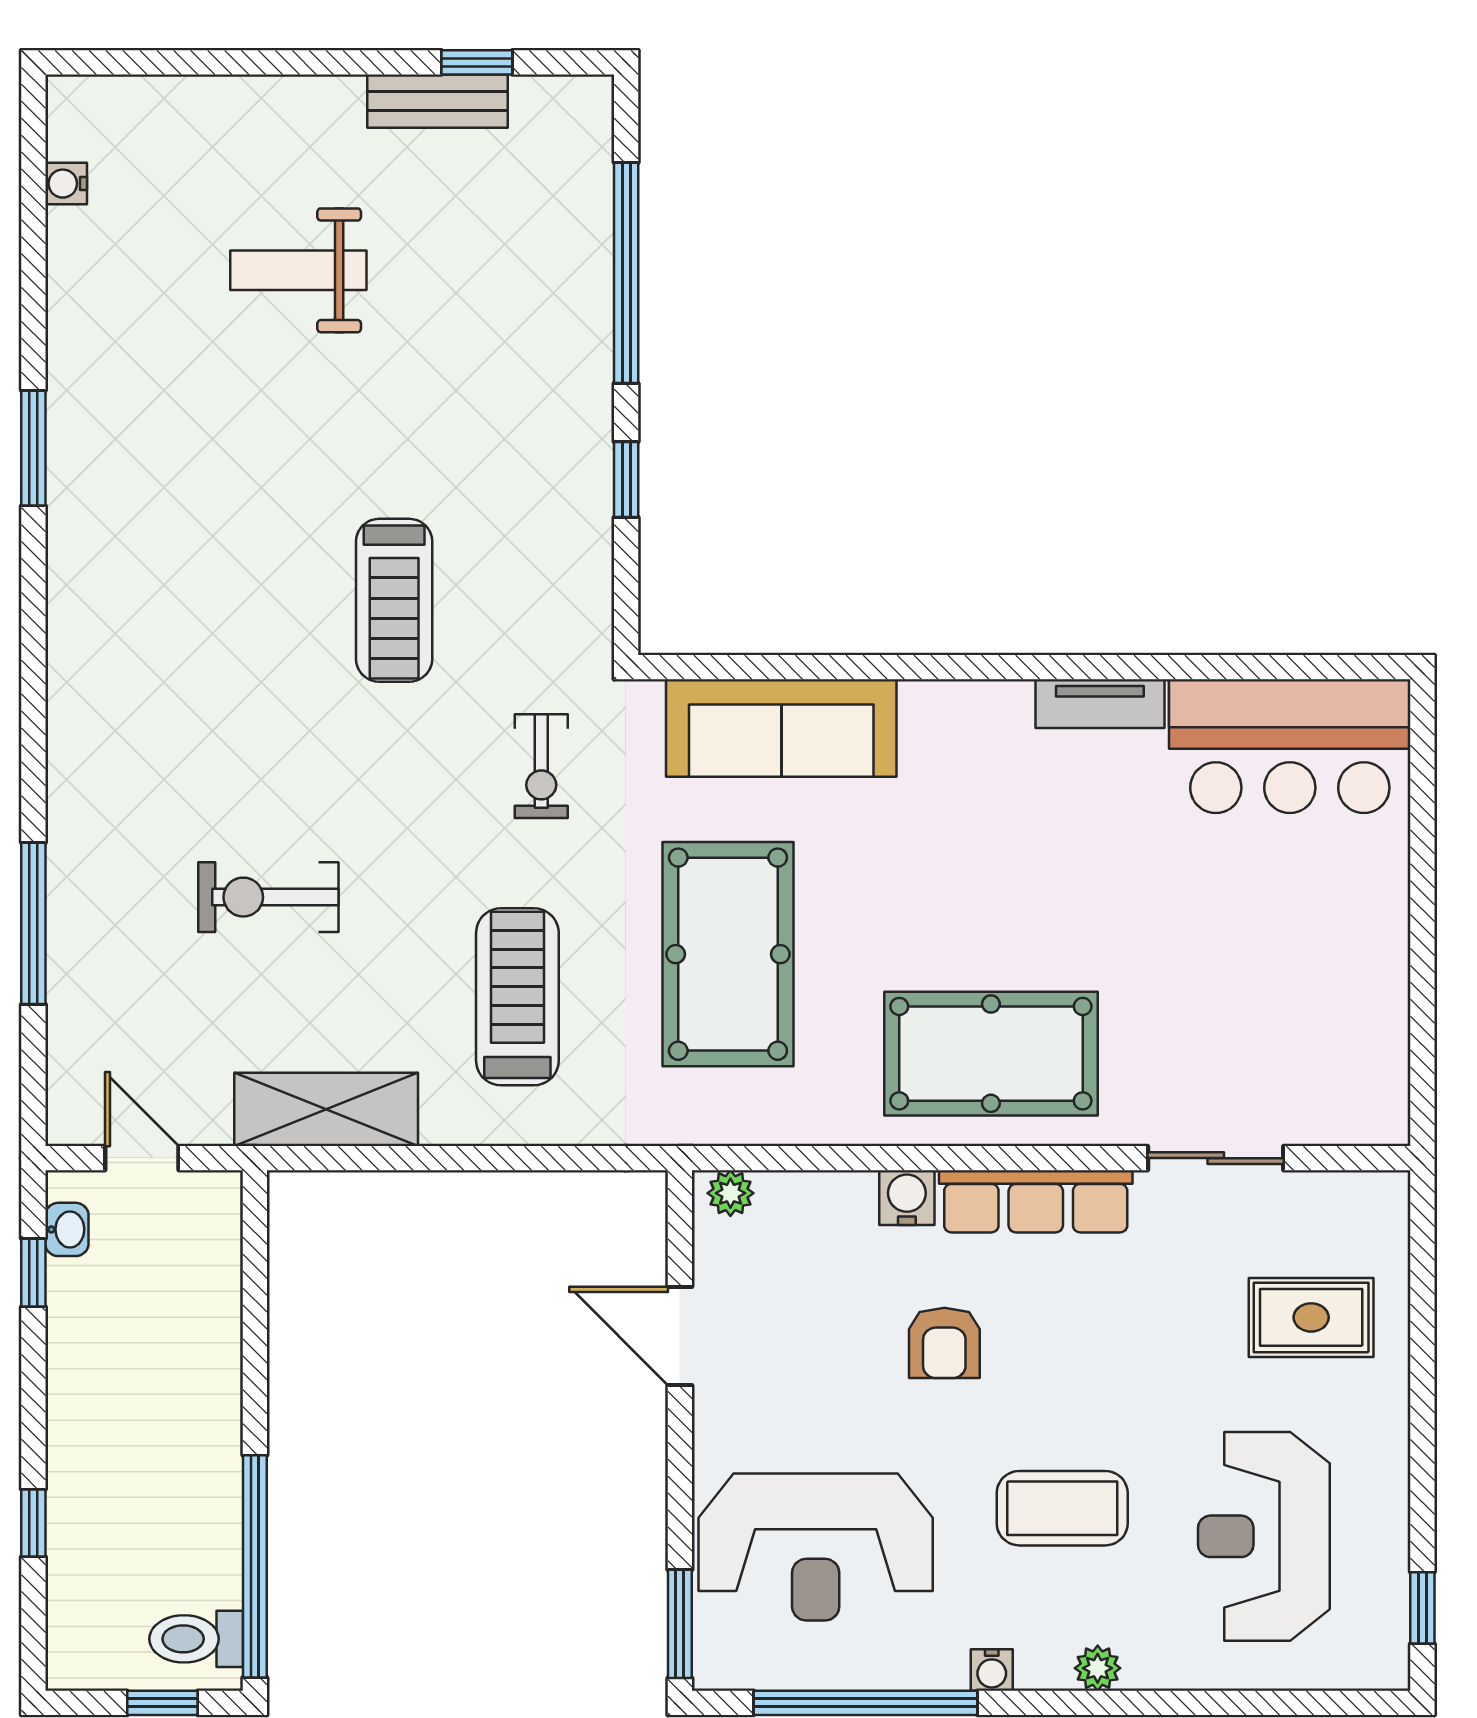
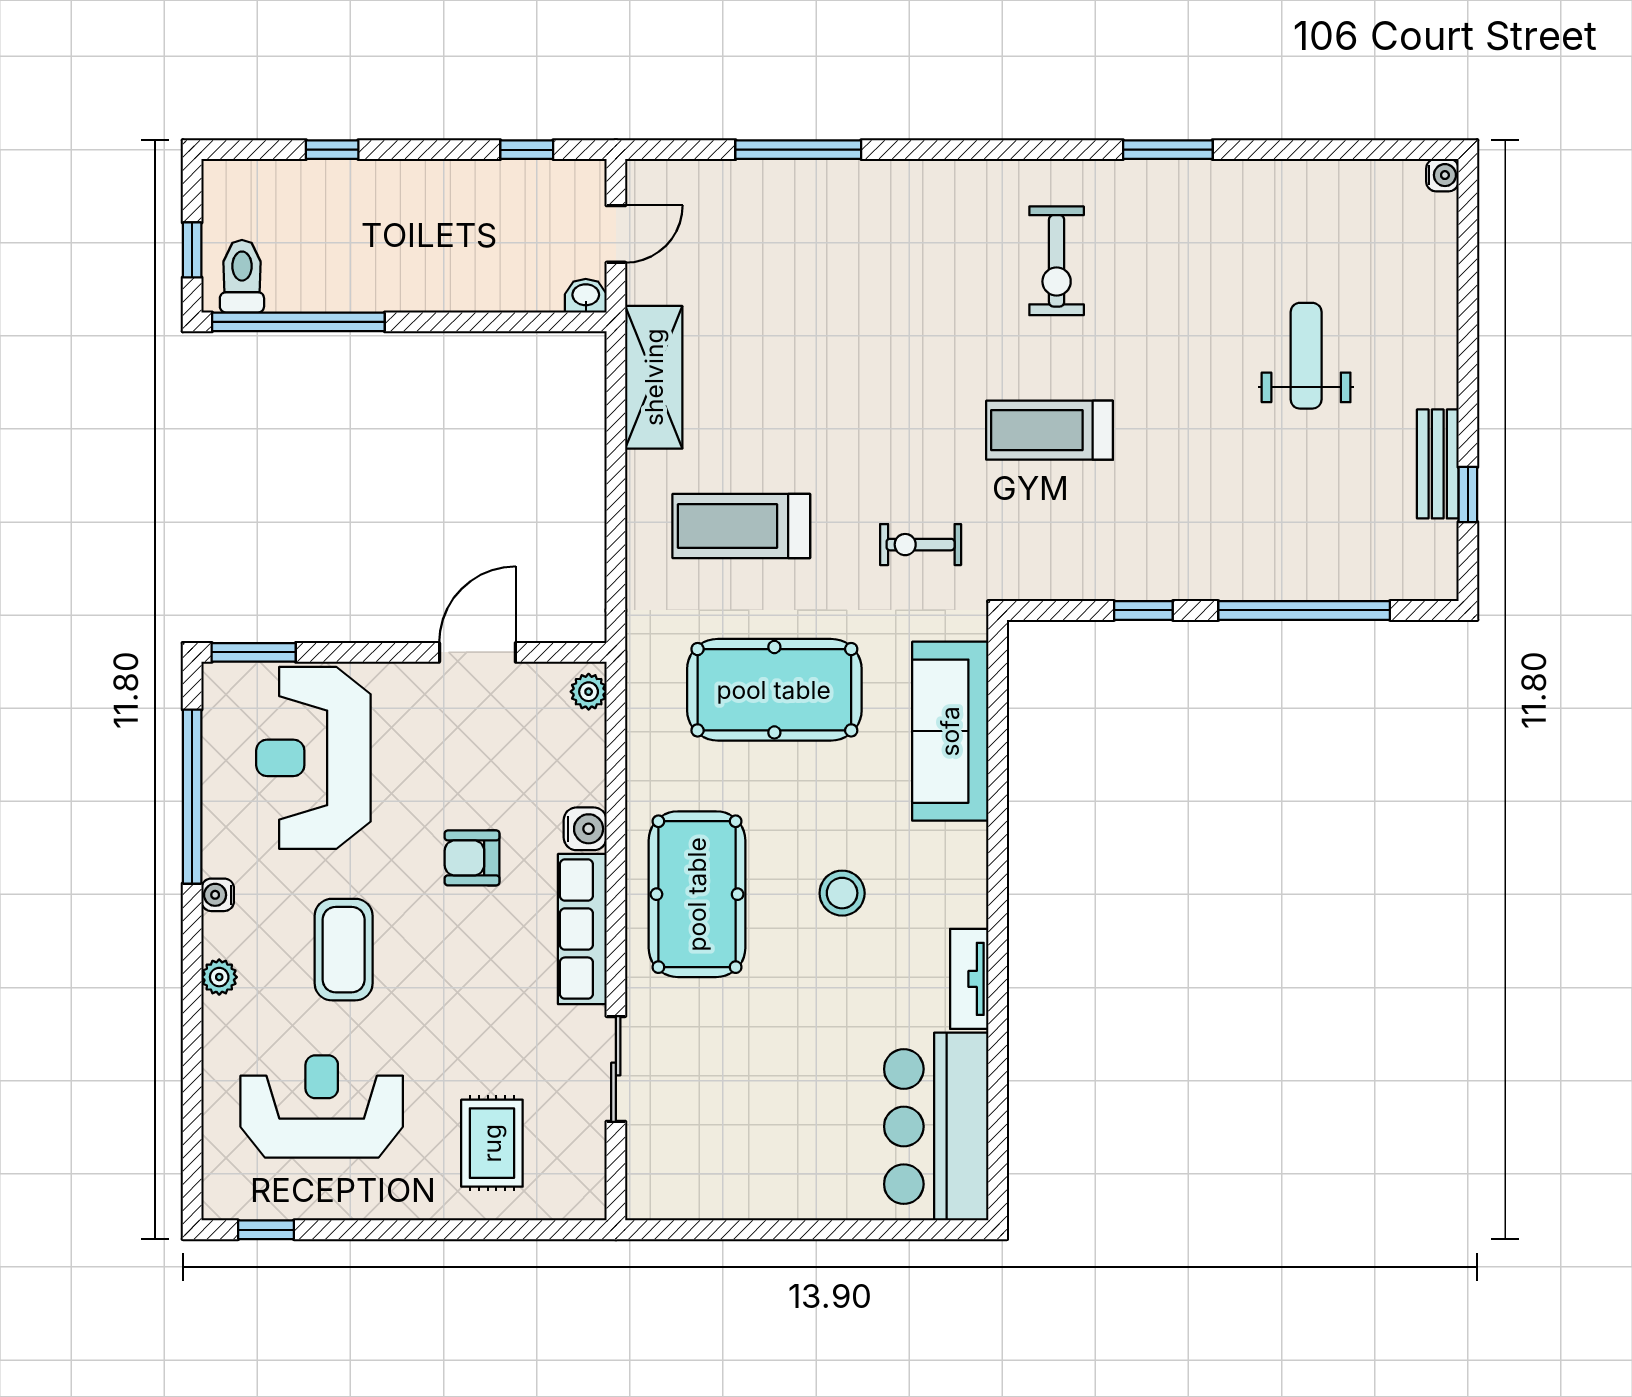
water cooler: (66, 184) -> (1442, 175), moved, turned 90
stool: (990, 867) -> (842, 893), added
exercise bike: (268, 897) -> (1057, 261), moved, turned 180
treadmill: (517, 997) -> (741, 526), turned 180
washbasin: (67, 1229) -> (586, 296), moved, turned 180

